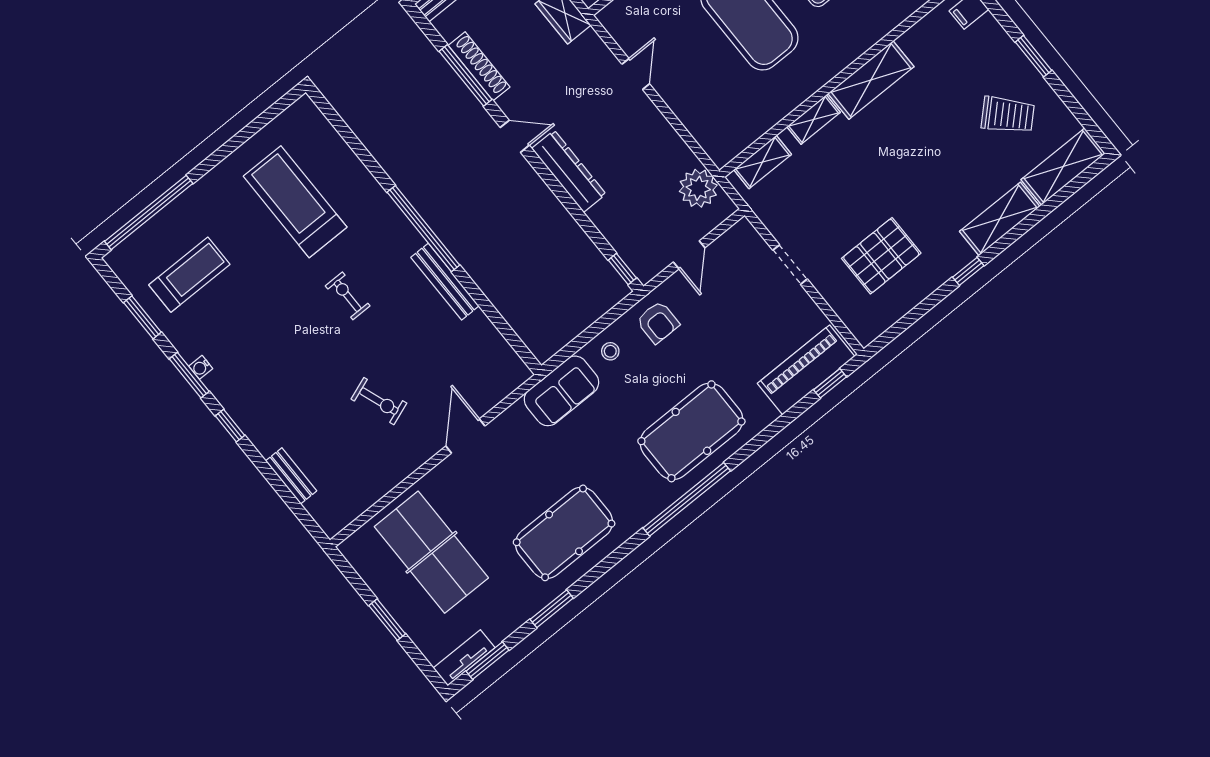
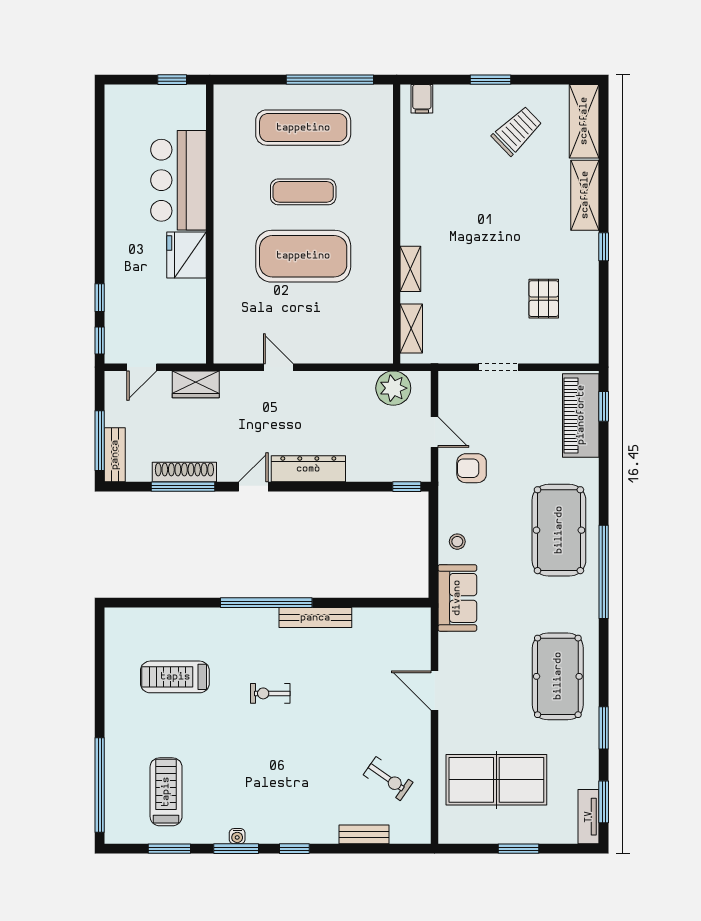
shelving: (871, 80) -> (415, 207), removed
treadmill: (295, 202) -> (175, 677), width x0.73, depth x0.73
pallet: (881, 256) -> (544, 299), width x0.67, depth x0.71
armchair: (658, 322) -> (472, 468), moved, turned 180
exercise bike: (379, 401) -> (388, 779), moved, turned 55

